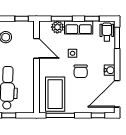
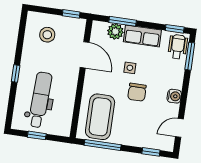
window: (92, 19) -> (175, 29), moved
door: (117, 94) -> (179, 128), width x0.53

